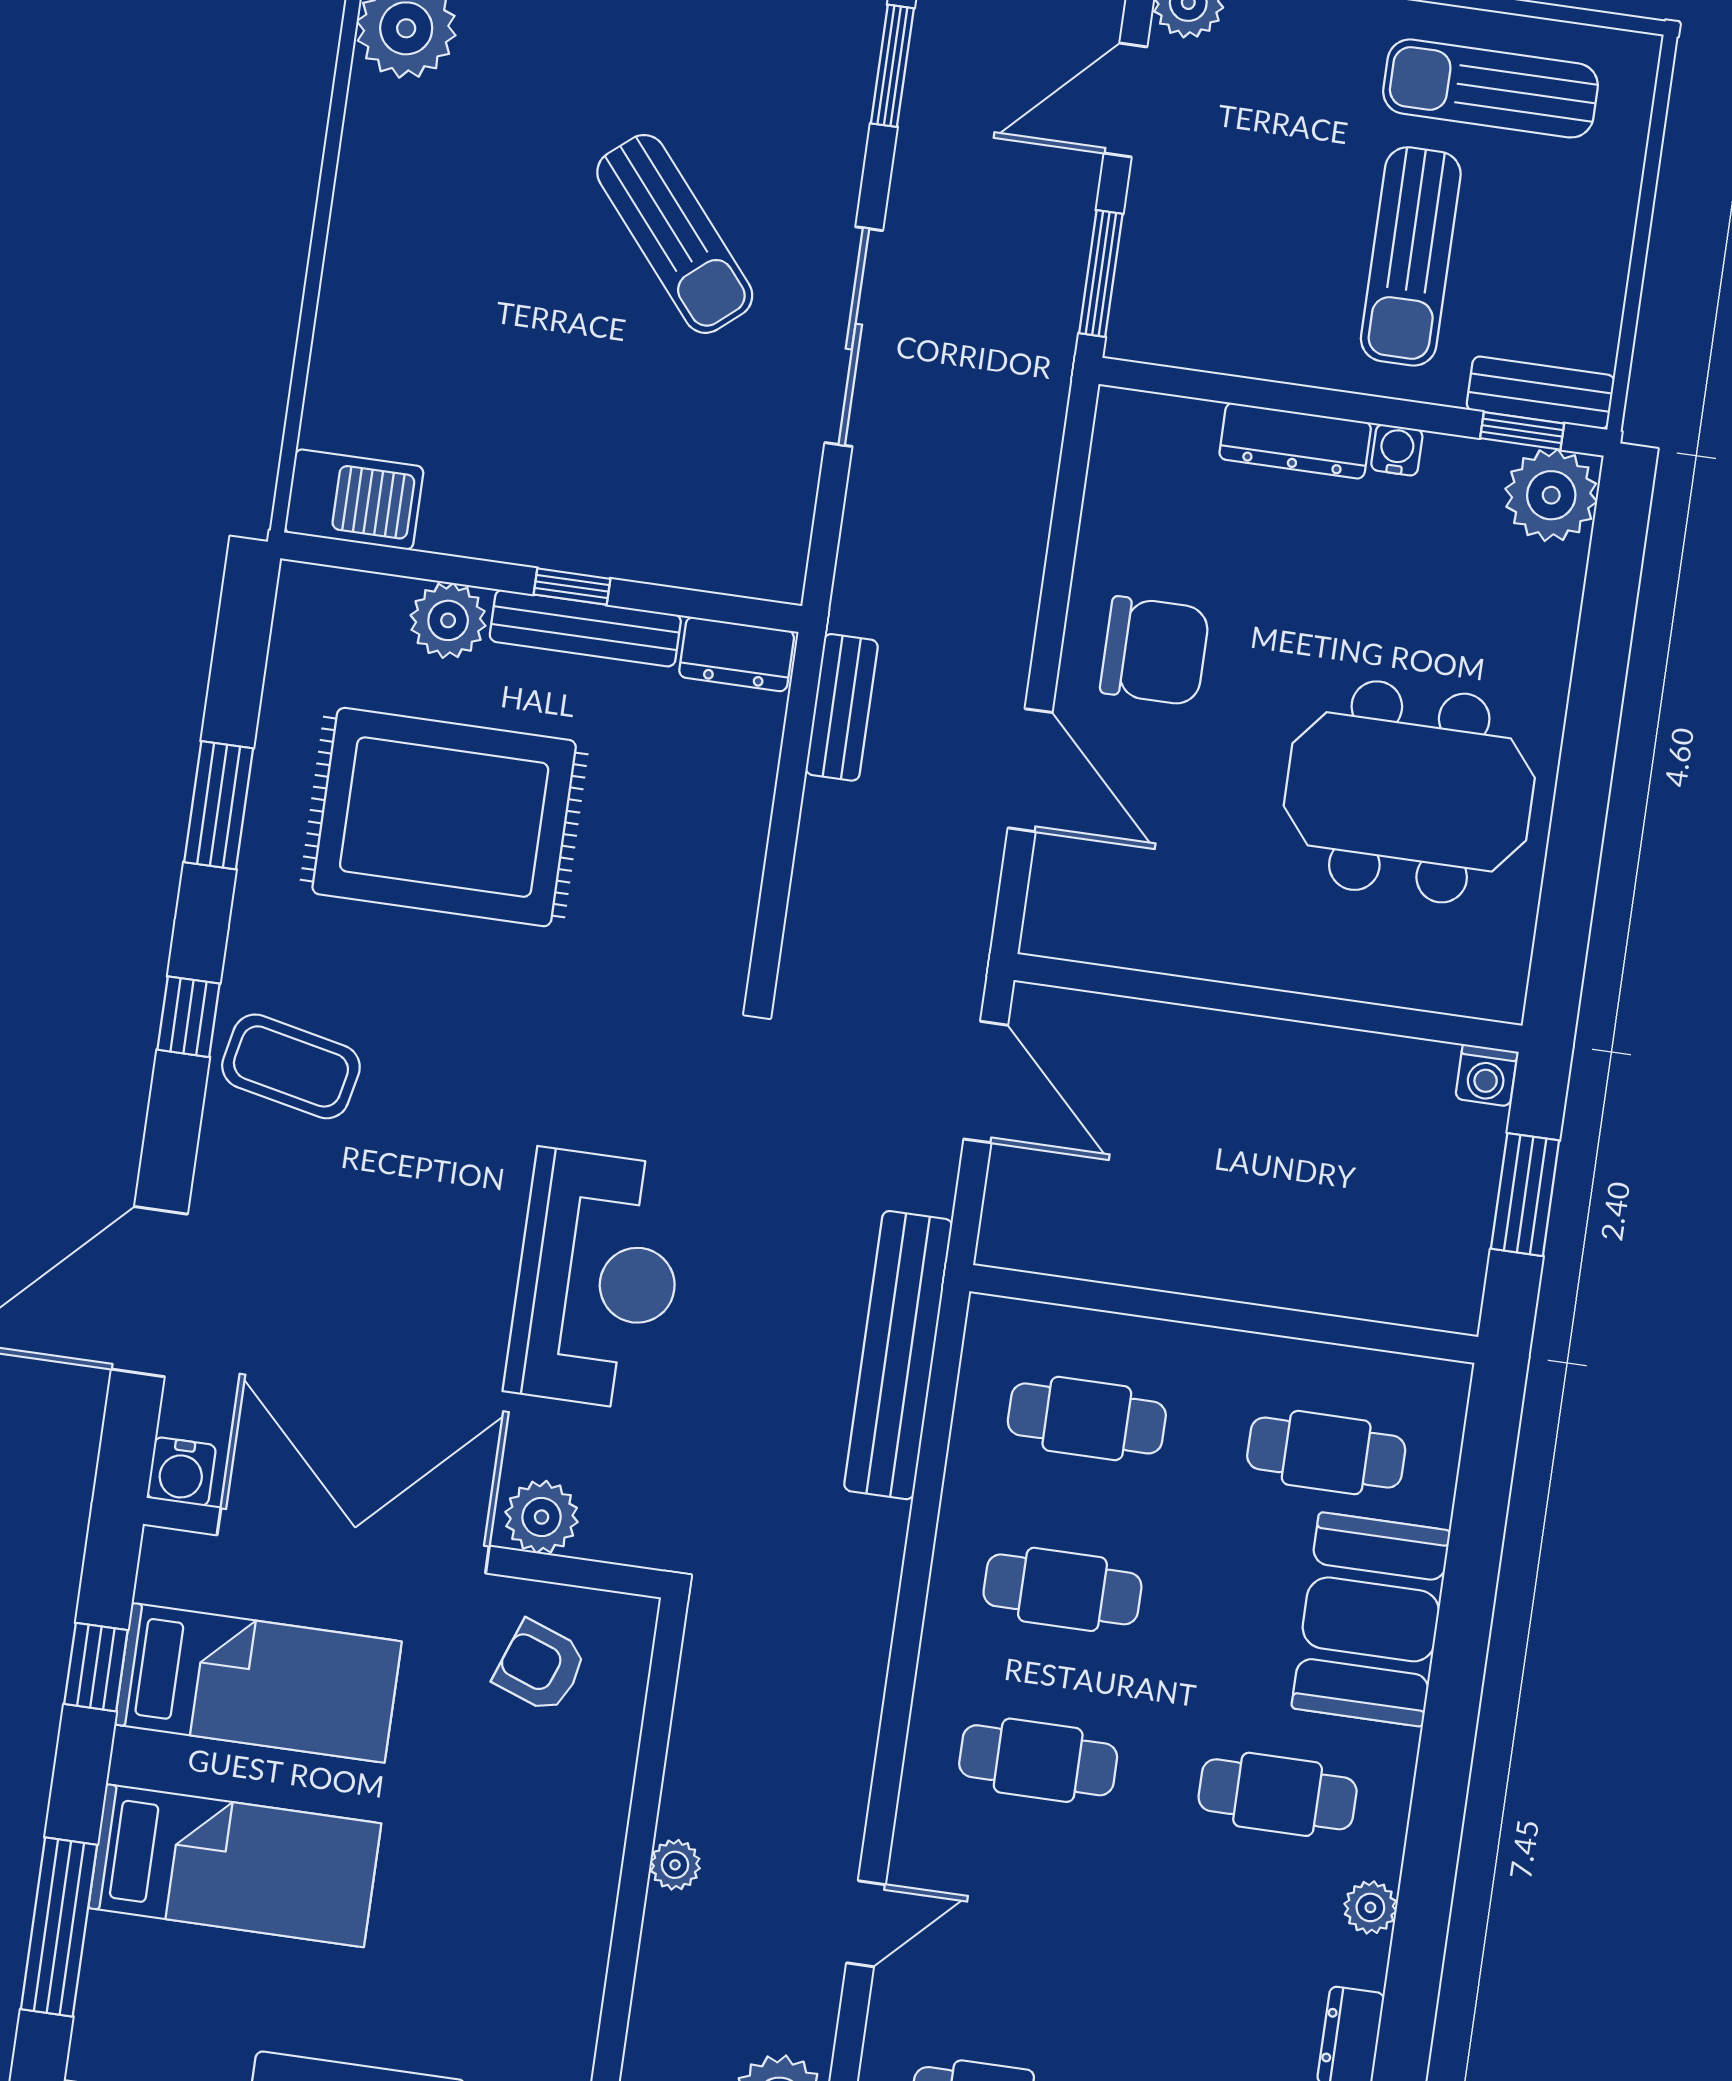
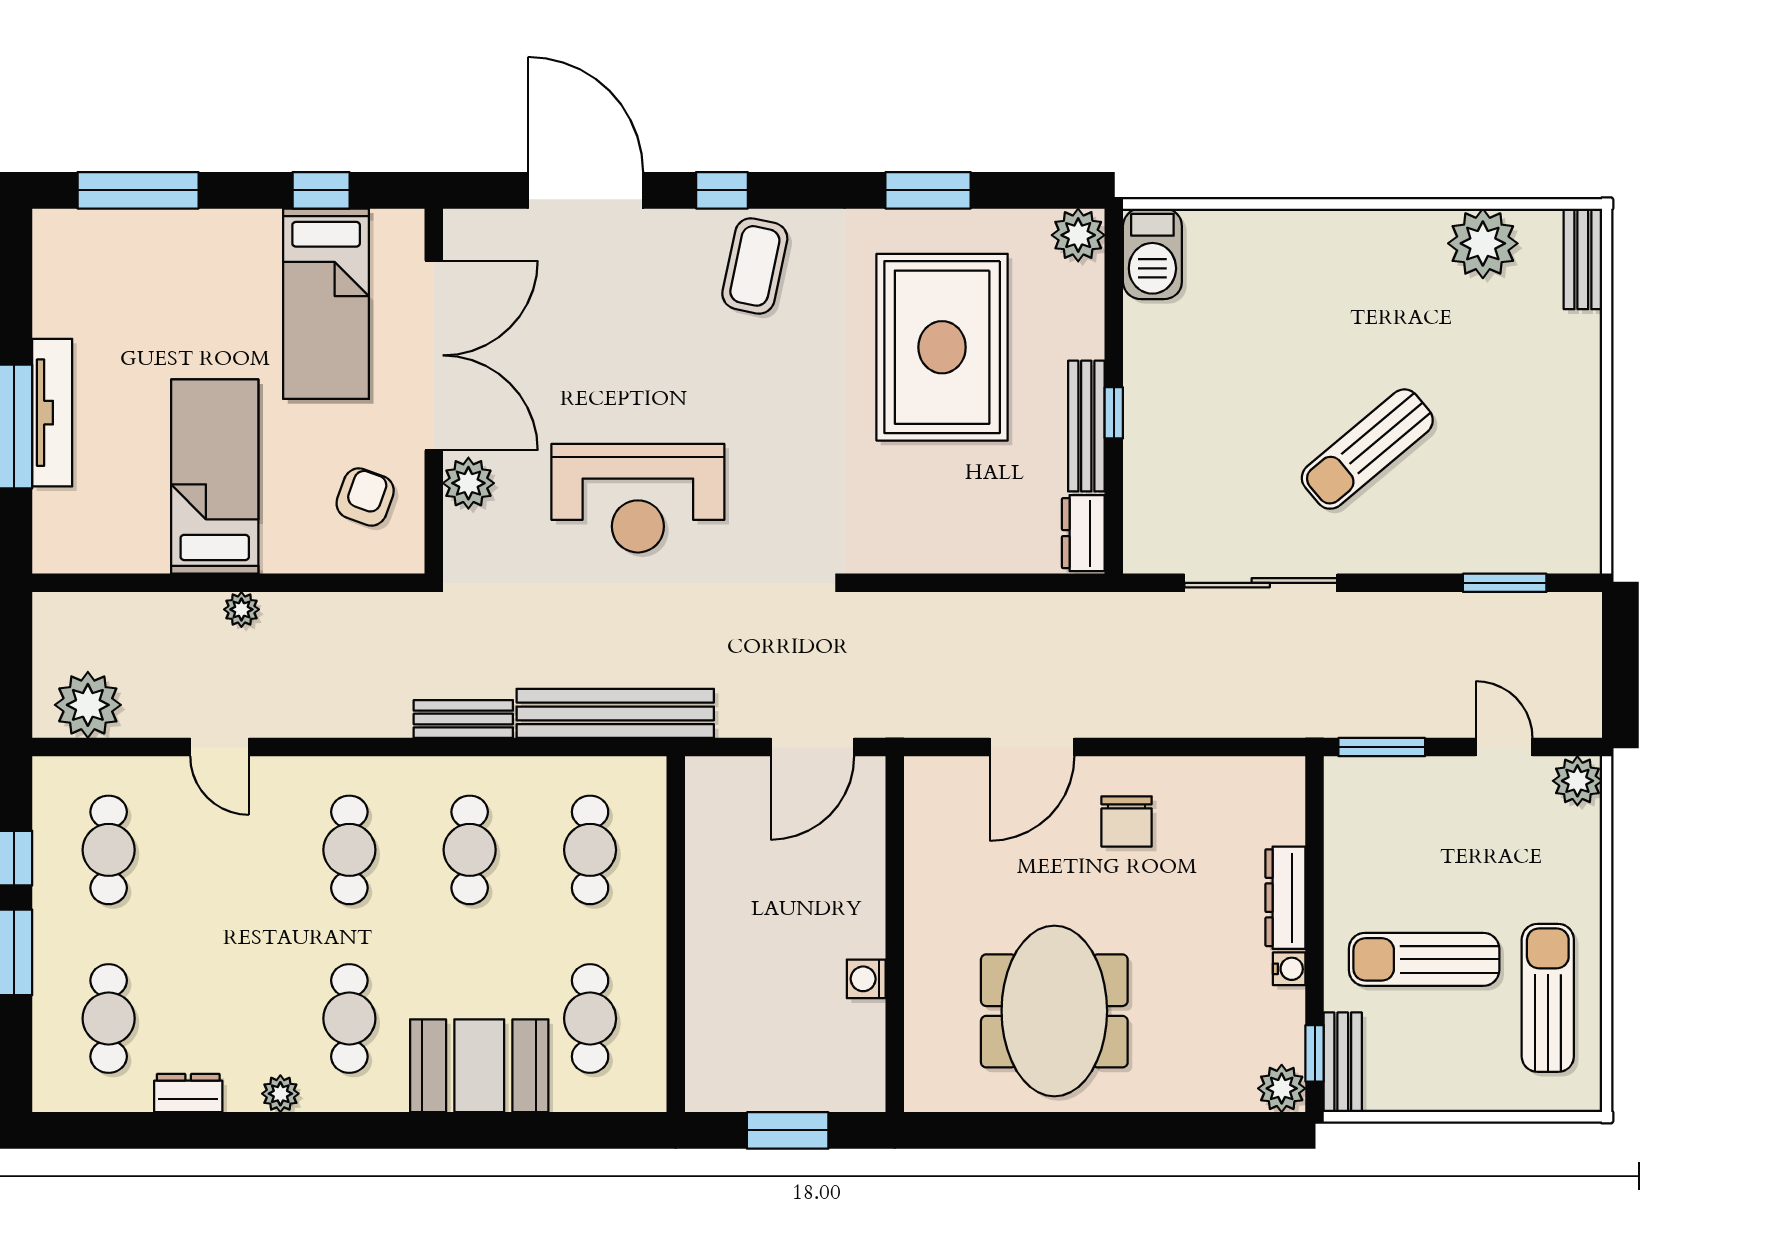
door: (1126, 100) -> (1504, 747), width x0.73
sliding door: (854, 337) -> (1261, 583), moved
plant: (1551, 495) -> (1282, 1088), width x0.73, depth x0.73
plant: (448, 620) -> (1078, 235), moved
chair: (1155, 651) -> (1127, 821), width x0.73, depth x0.73
bench: (842, 707) -> (463, 719), moved
window: (188, 1017) -> (722, 190), moved
washing machine: (1486, 1075) -> (866, 979), moved
water cooler: (181, 1472) -> (464, 230), removed
bed: (235, 1866) -> (215, 477), moved, turned 180

